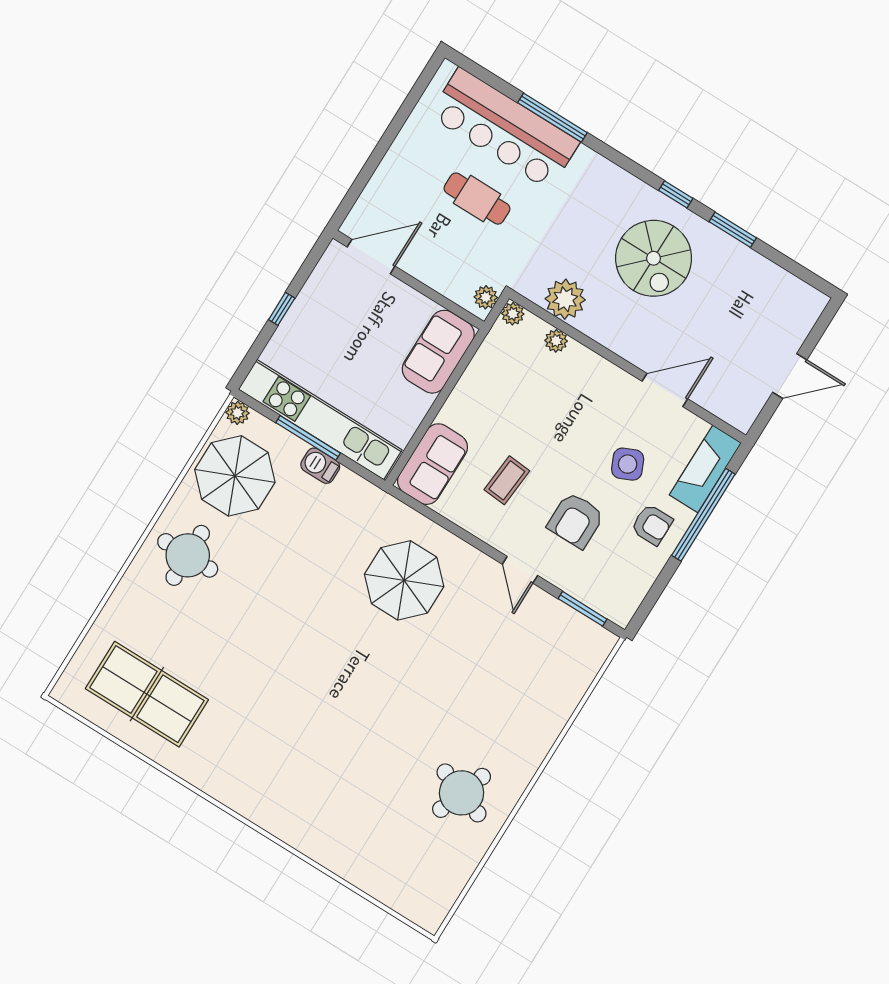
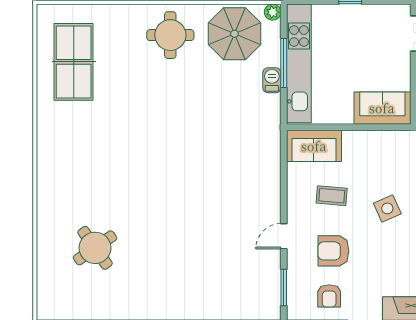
side table: (628, 464) -> (387, 208), moved
armchair: (652, 525) -> (329, 296), moved
parasol: (404, 580) -> (235, 172), removed
round table: (462, 793) -> (95, 248), moved, turned 35

